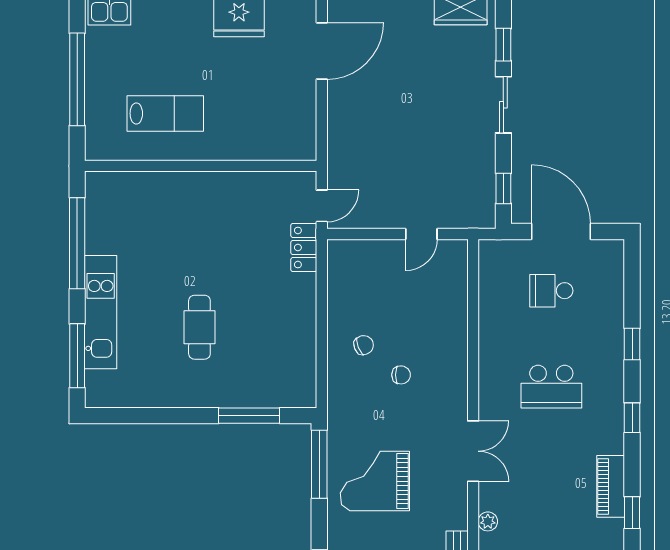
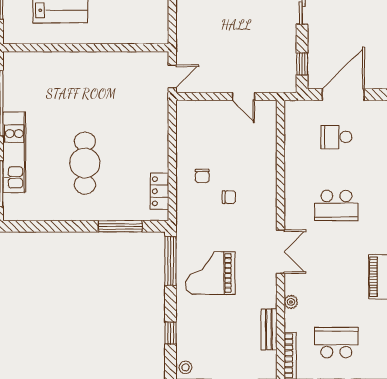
door: (561, 231) -> (343, 95), hinge flipped
door: (421, 234) -> (243, 96), hinge flipped
locker: (304, 247) -> (159, 191), moved
cafe table: (199, 327) -> (85, 163), width x1.37, depth x1.35
chair: (364, 345) -> (202, 176), turned 112

